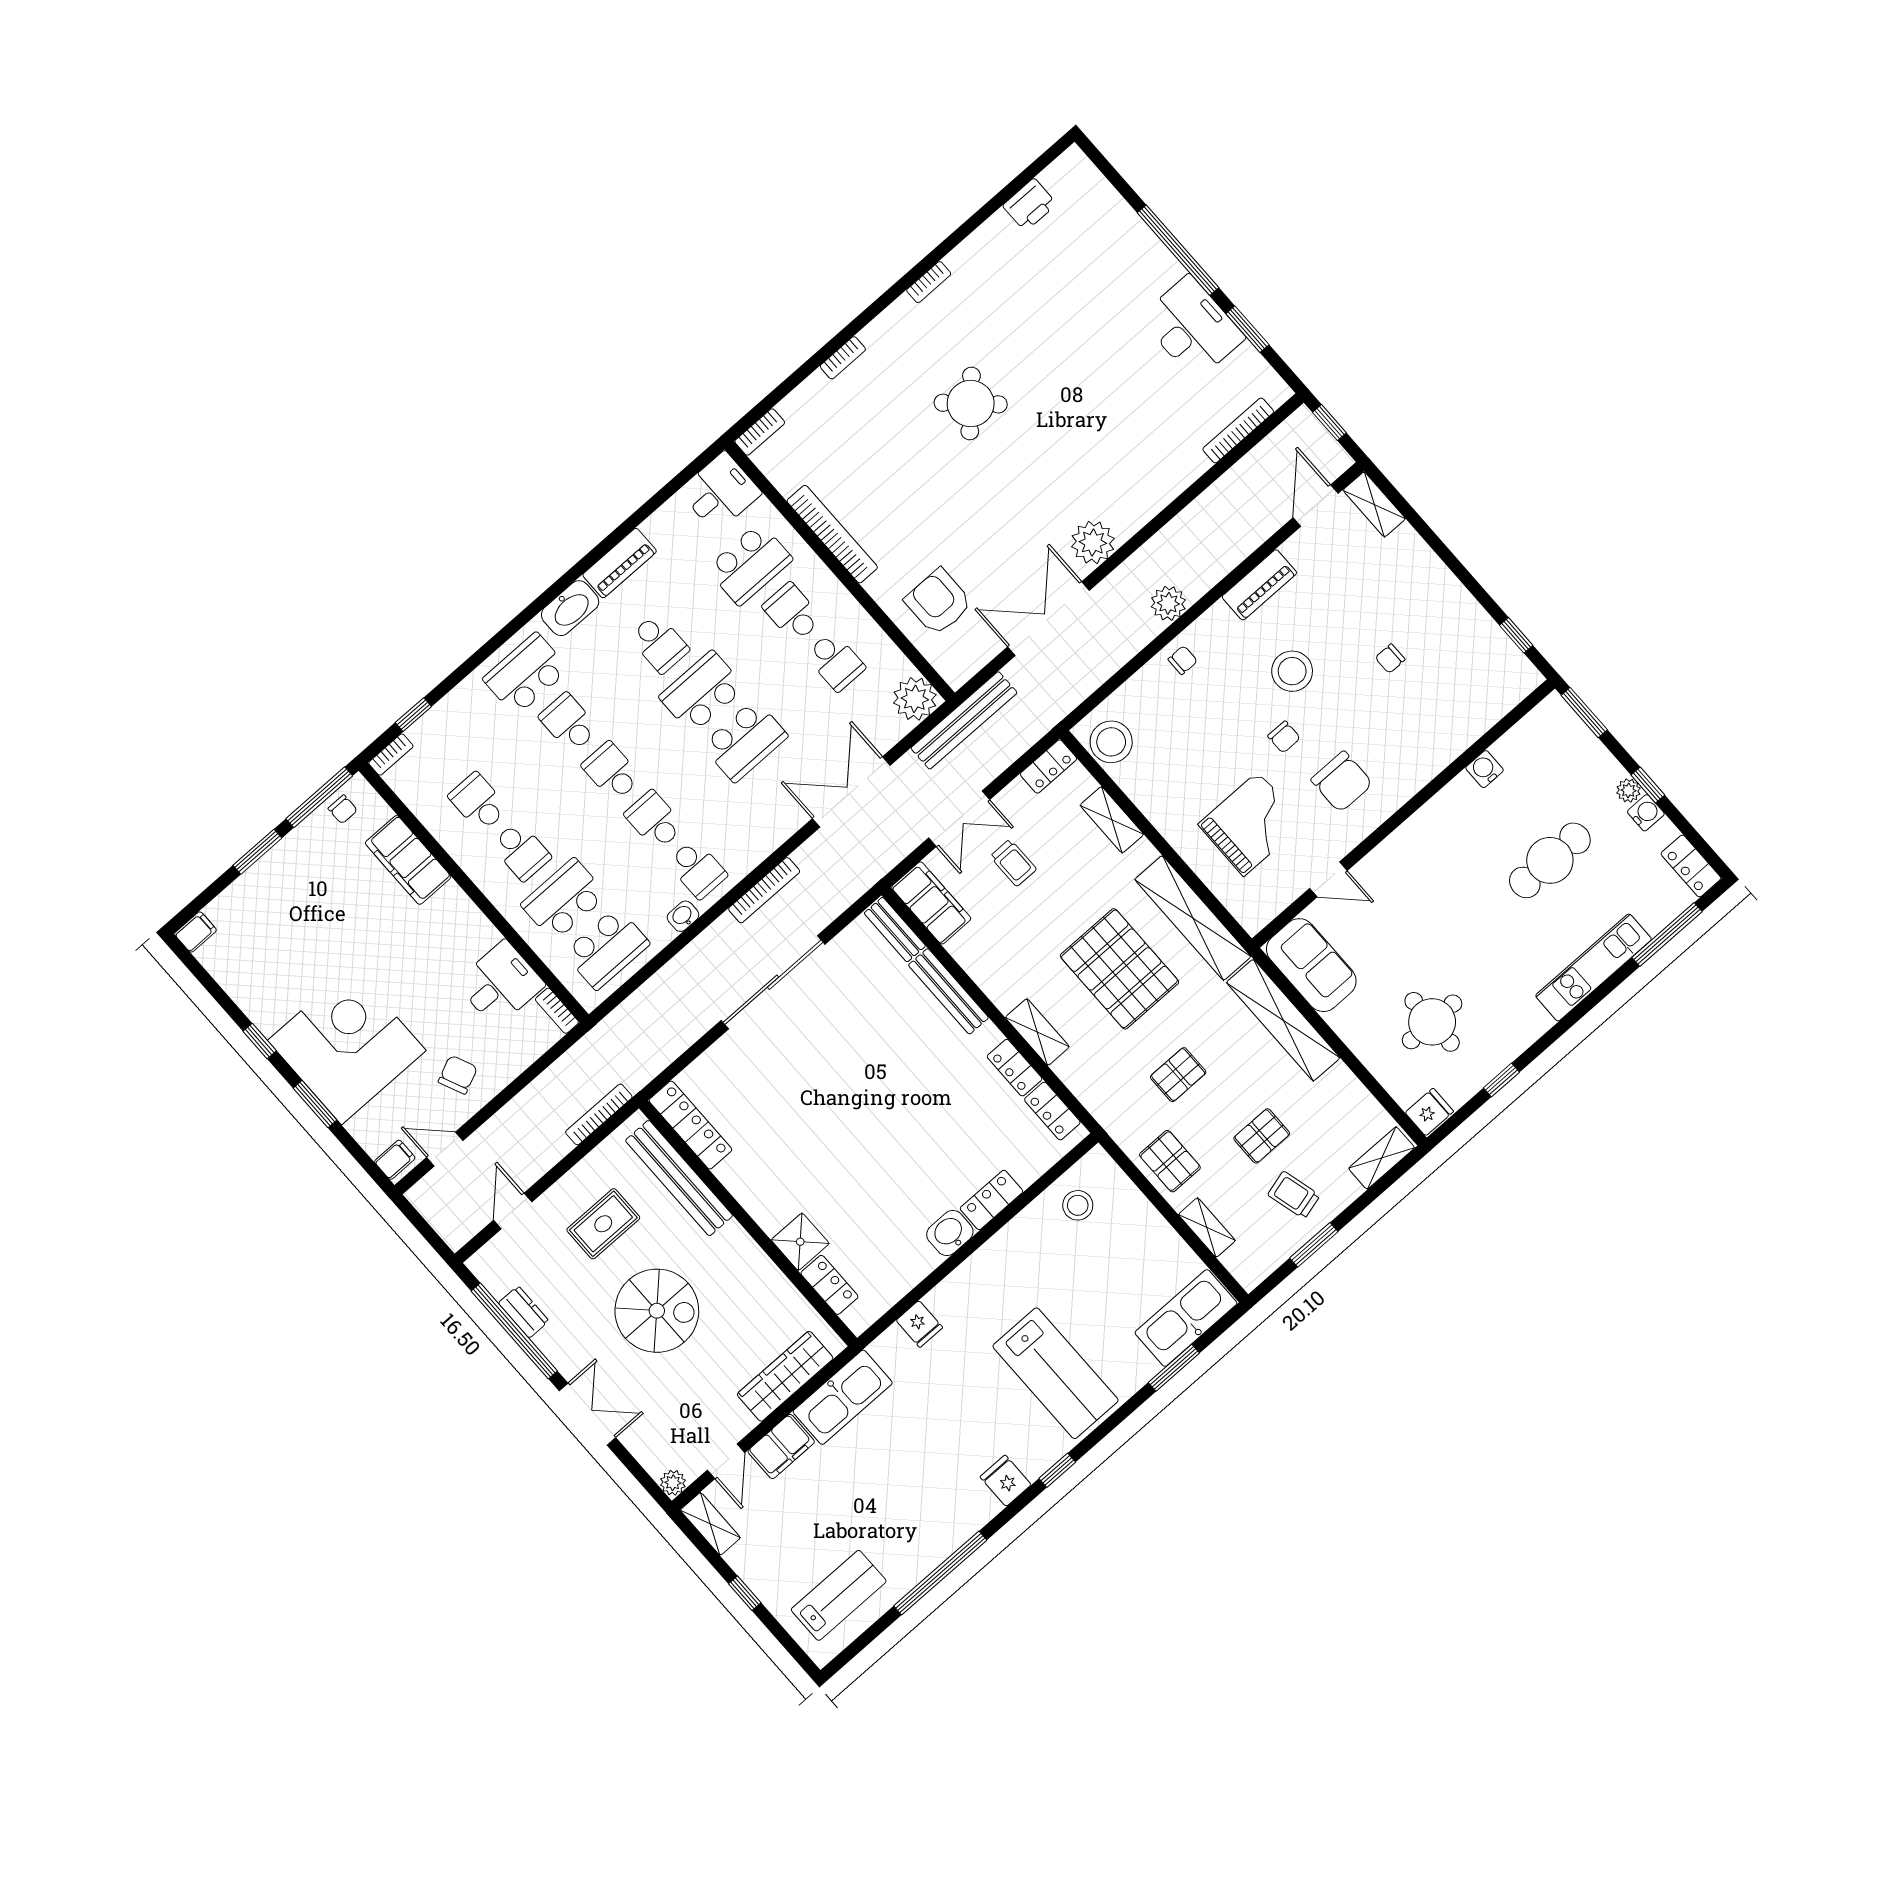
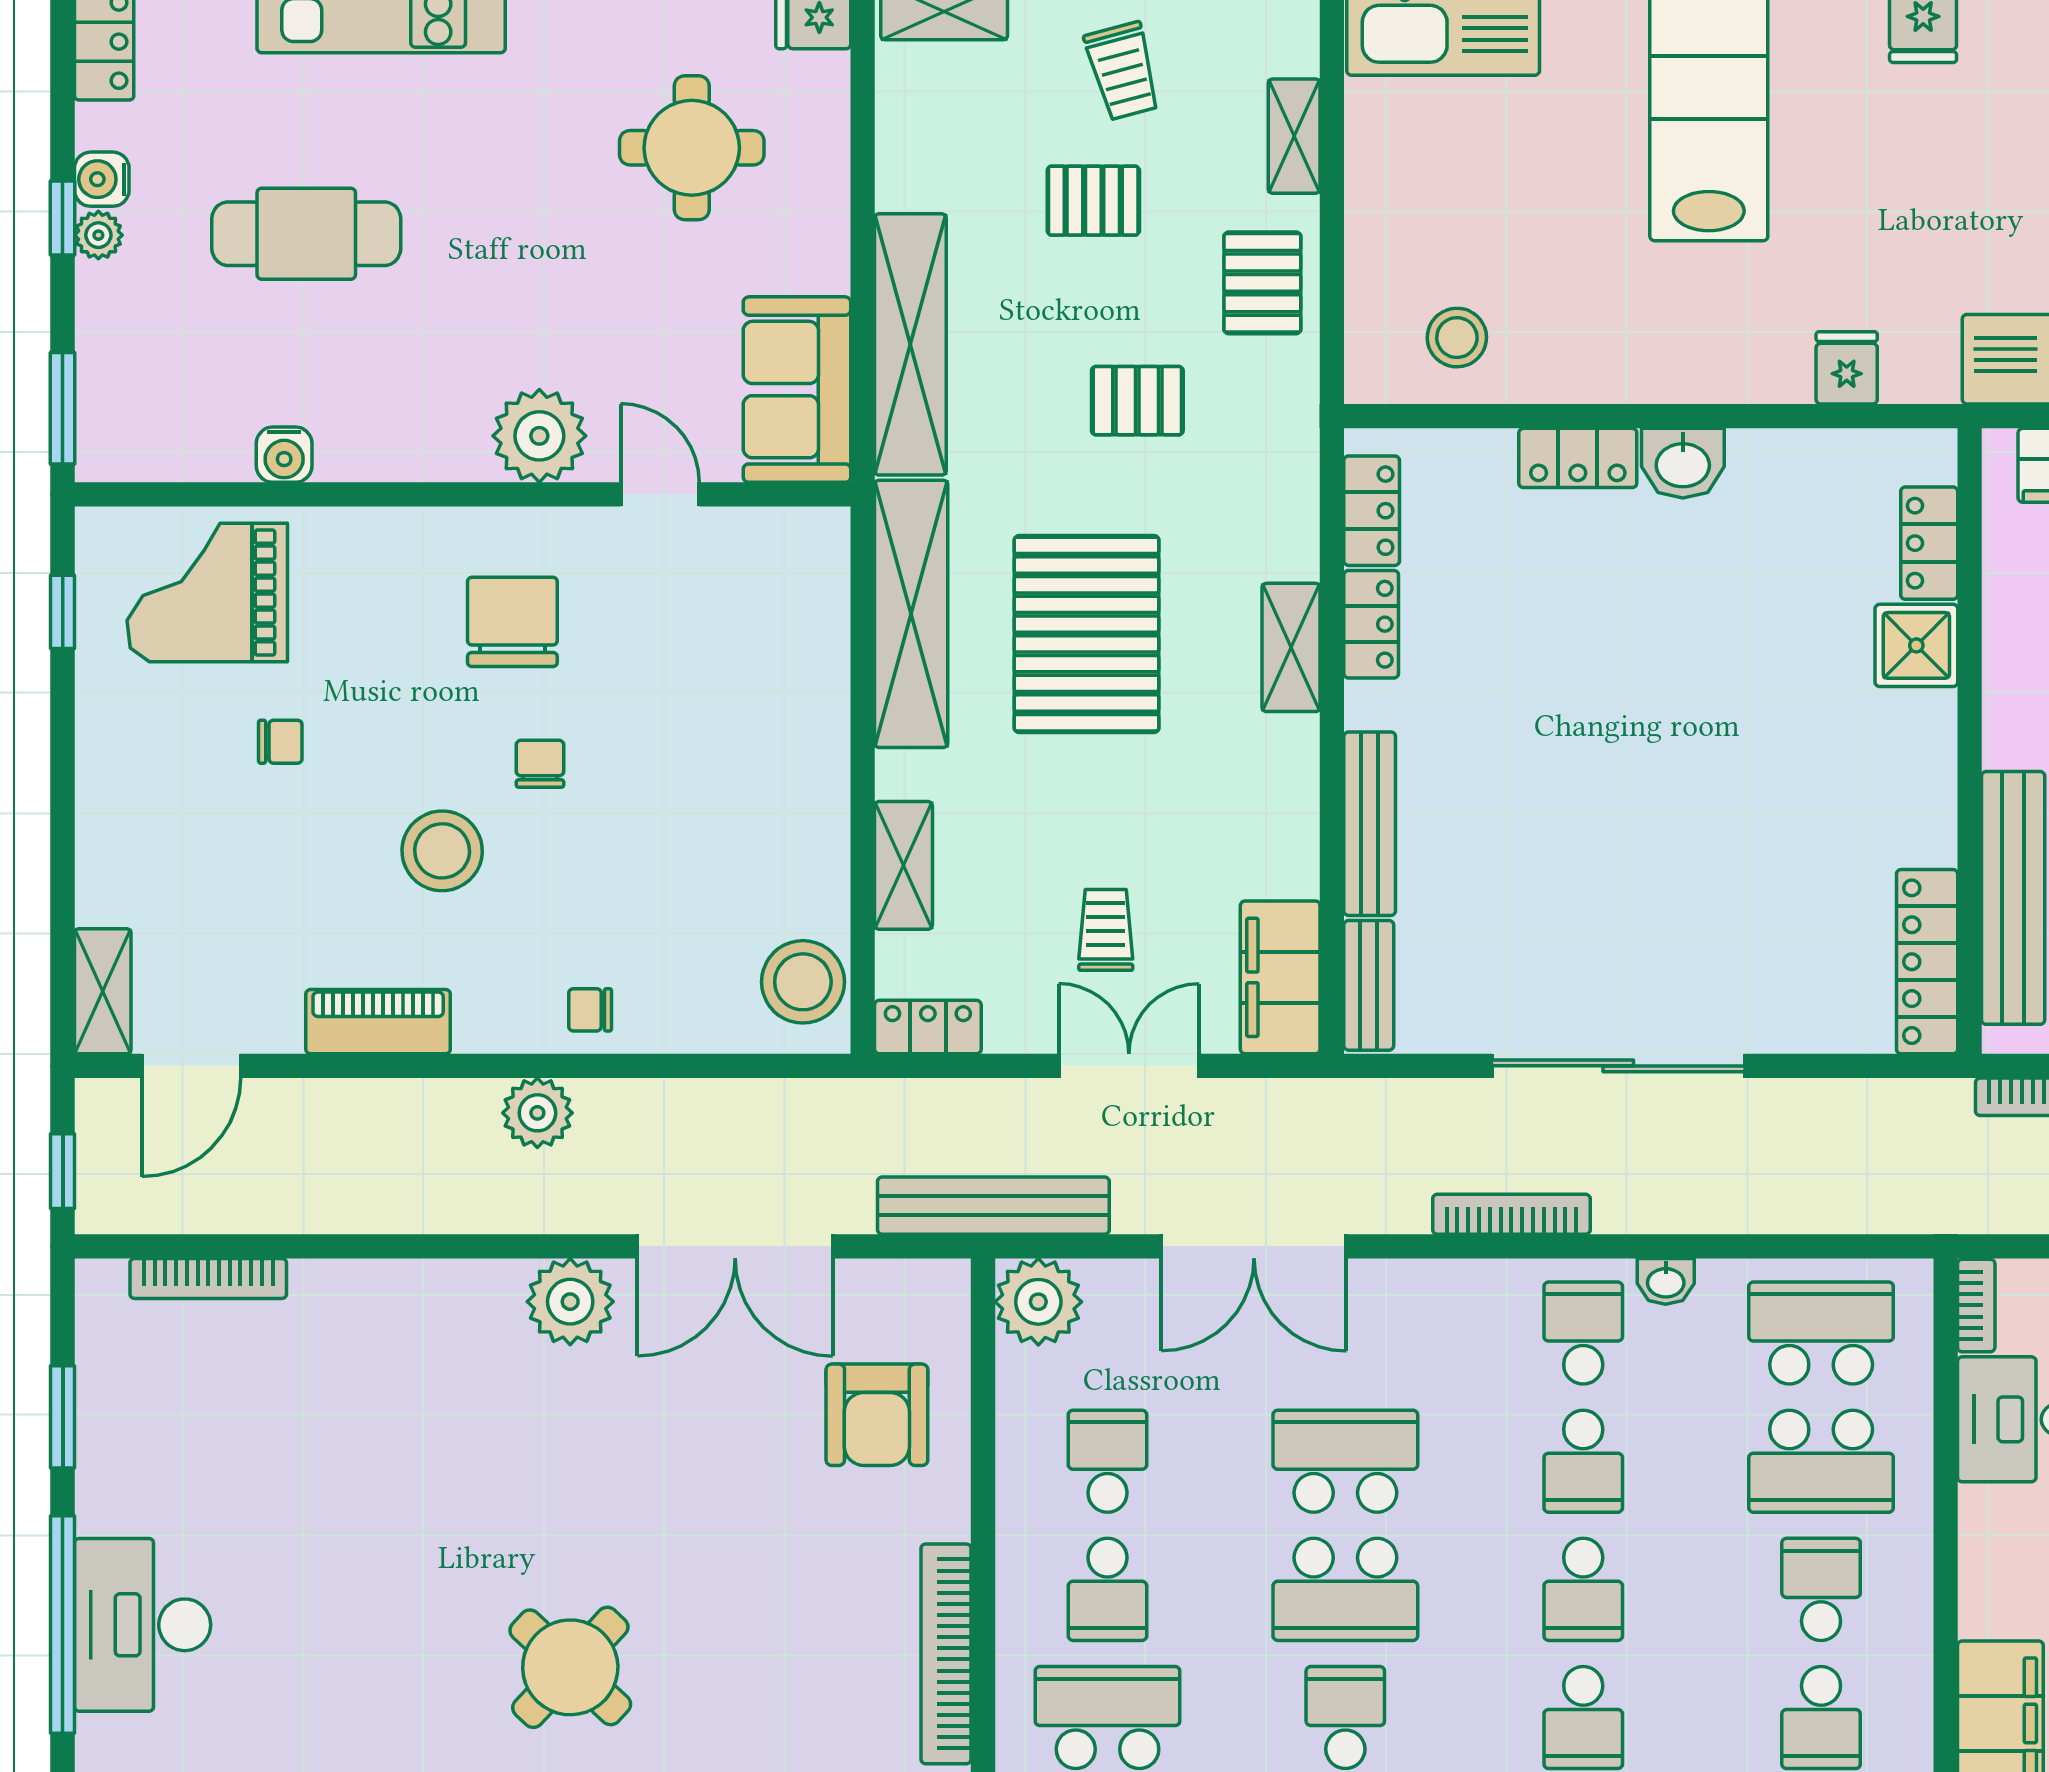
desk: (1192, 328) -> (143, 1625), moved
grand piano: (1251, 824) -> (207, 593), moved
plant: (1394, 861) -> (539, 436), added

